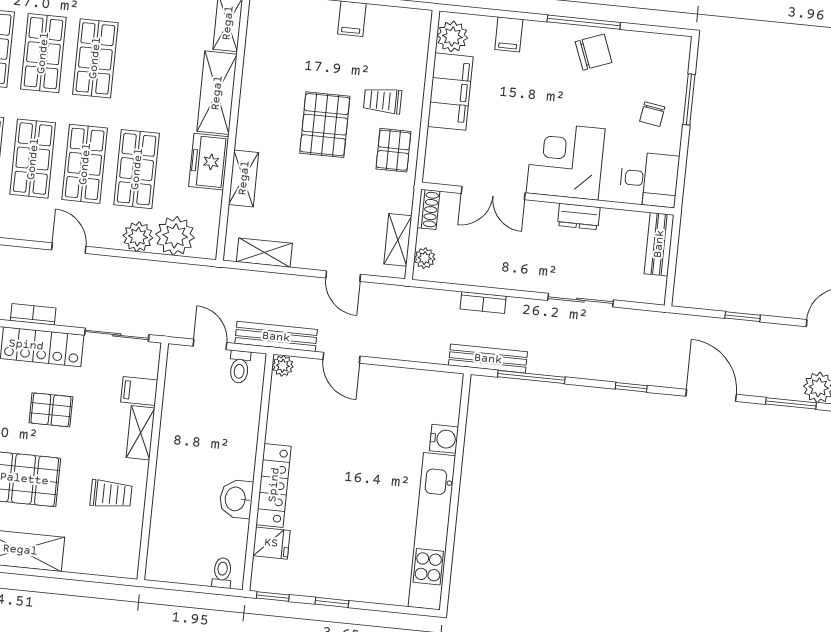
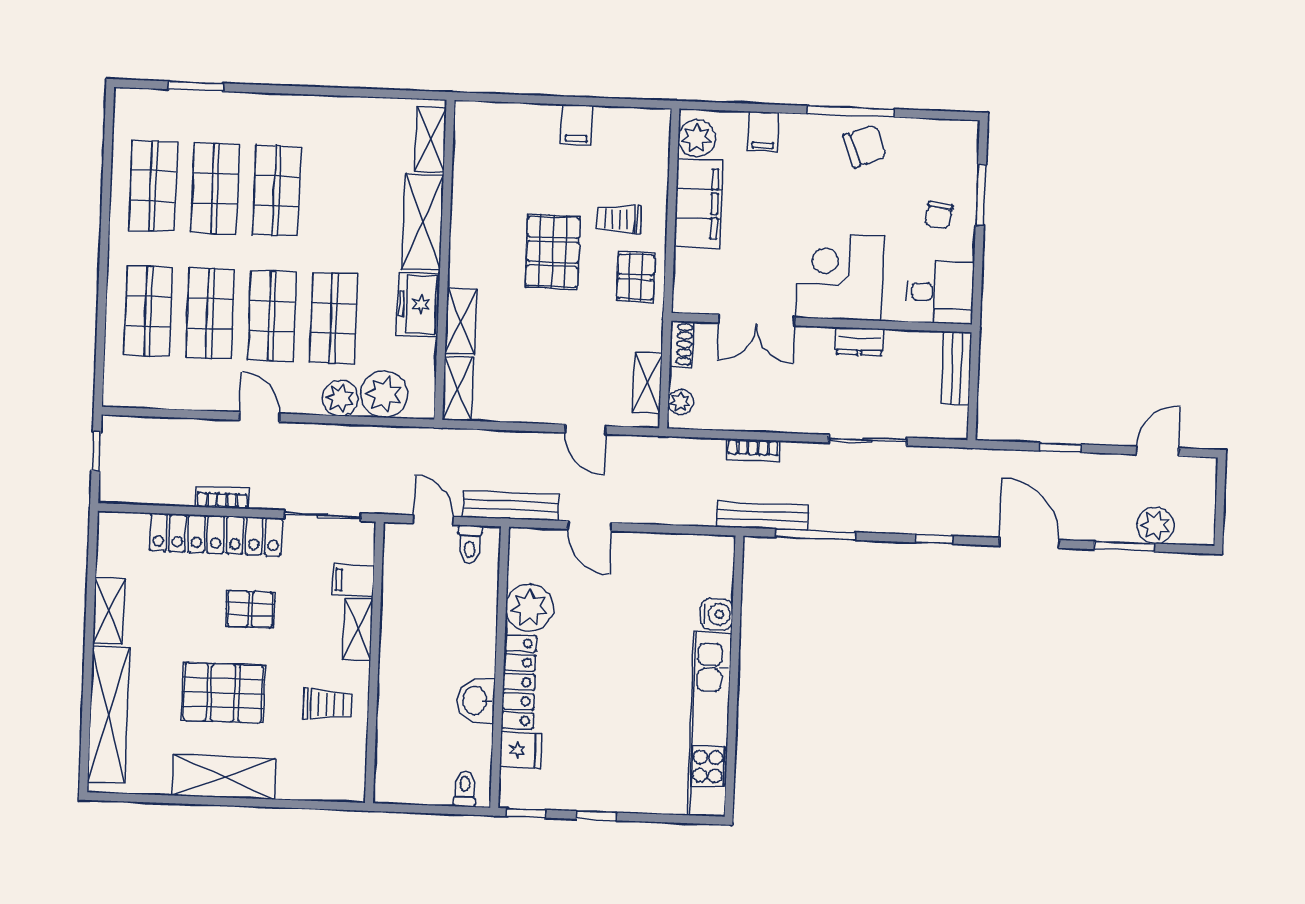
shelving: (264, 253) -> (458, 389), moved, turned 90
plant: (283, 366) -> (529, 608), moved, width x1.87, depth x1.87

